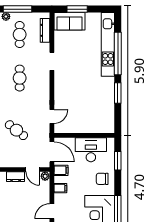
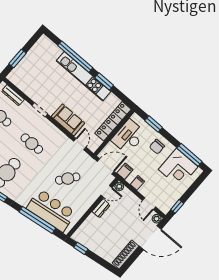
sofa: (70, 21) -> (68, 120), moved, turned -90
kitchen unit: (108, 44) -> (83, 76), moved
locker: (92, 127) -> (113, 121), added

